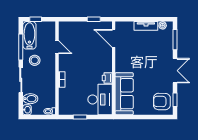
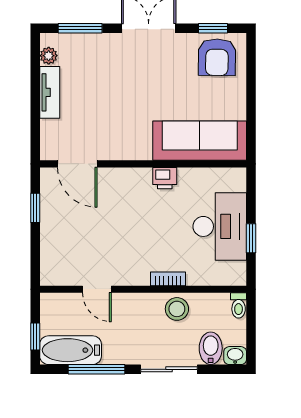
door: (114, 38) -> (77, 164), hinge flipped
door: (57, 47) -> (97, 289), swing flipped
stool: (35, 60) -> (177, 309), moved
desk: (100, 99) -> (220, 226), moved, turned 90

